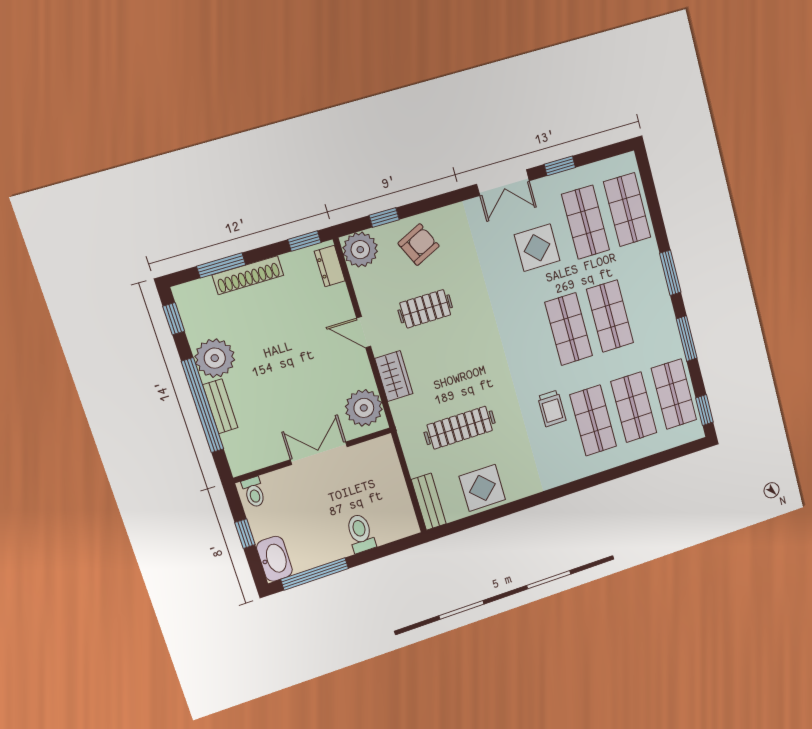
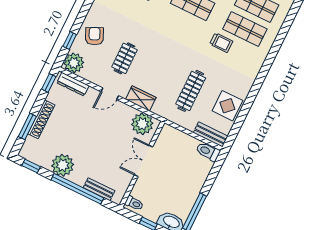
dresser: (330, 266) -> (73, 84), width x1.44
bench: (220, 406) -> (99, 189), moved
toilet: (361, 533) -> (208, 152), moved

